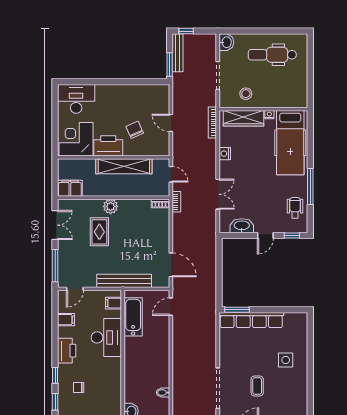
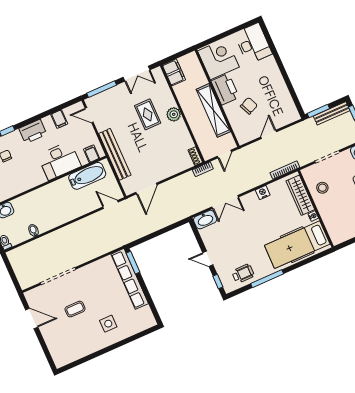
washbasin: (242, 226) -> (205, 220), moved, turned 90
rug: (99, 232) -> (148, 114), turned 90

